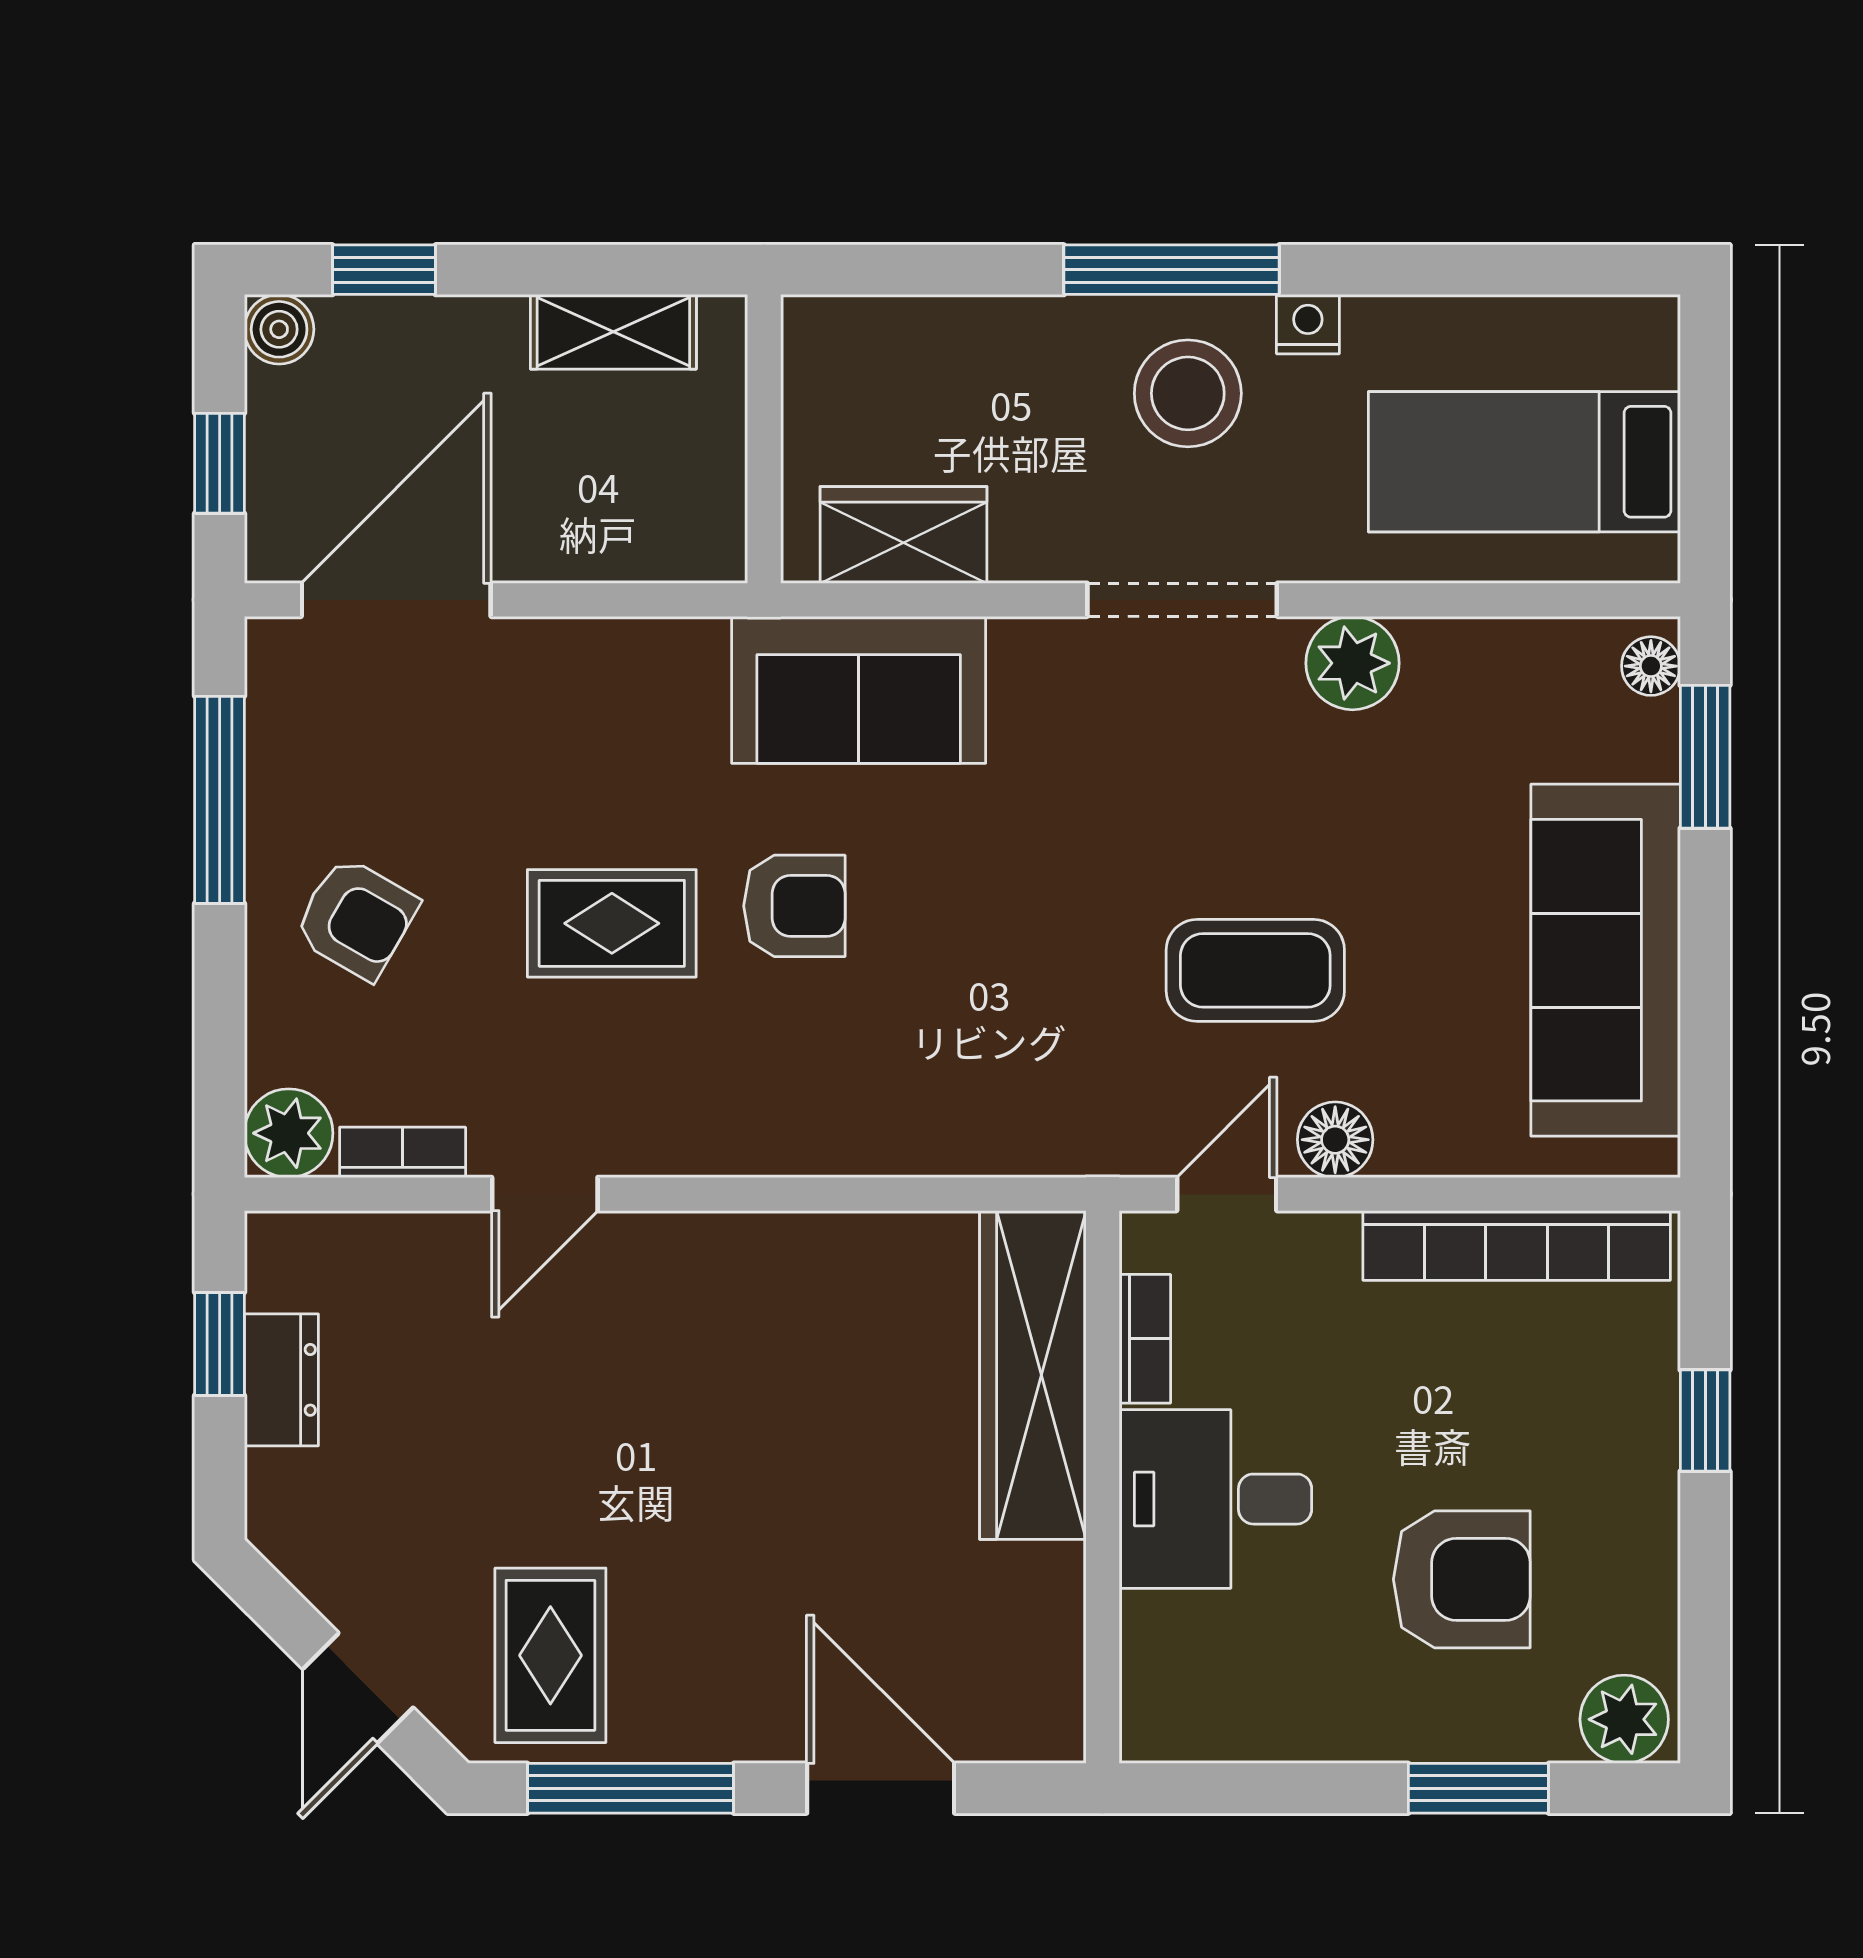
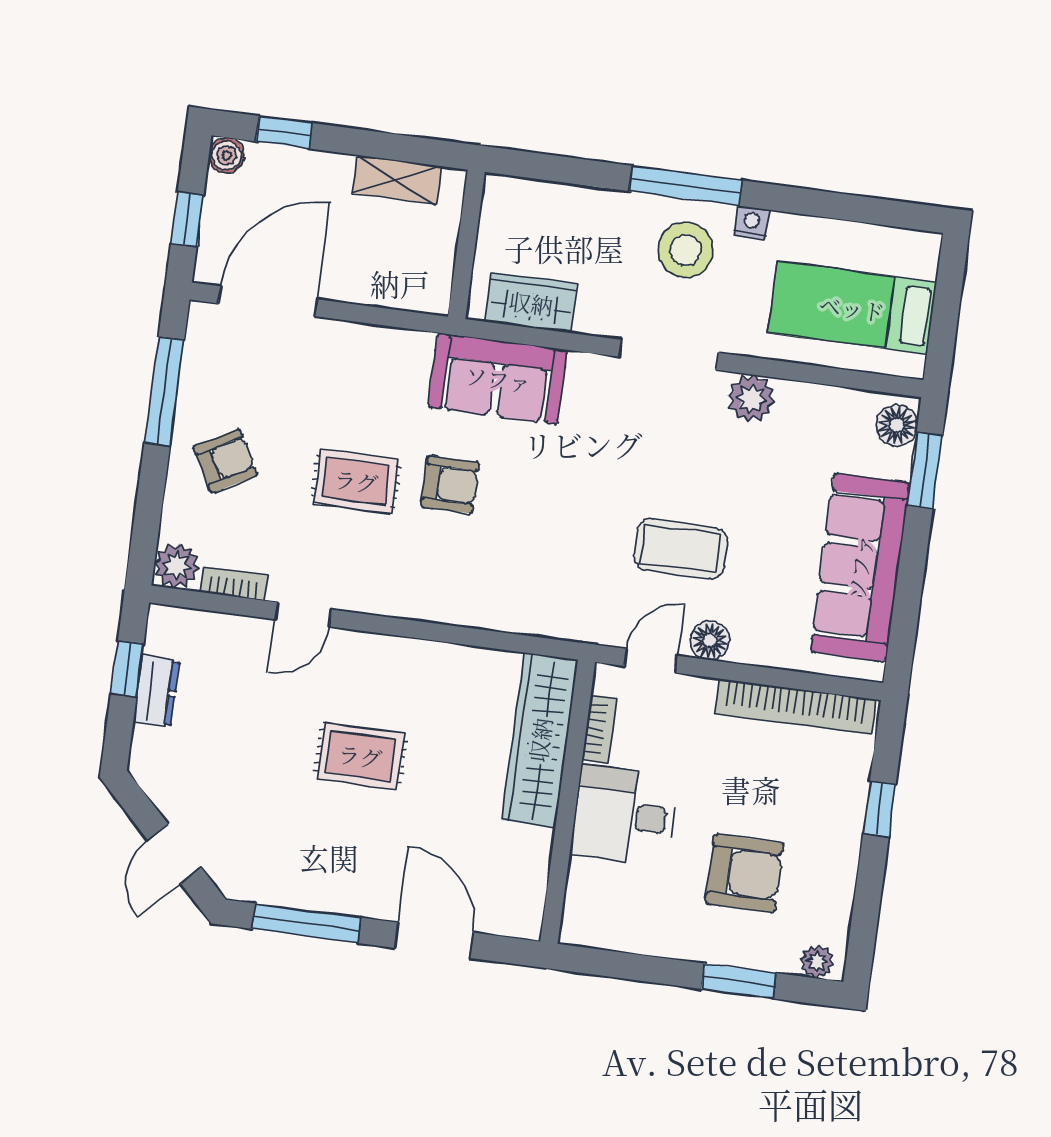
floor lamp: (1651, 666) -> (897, 425), width x1.37, depth x1.37
armchair: (356, 918) -> (226, 461), turned -59
rug: (550, 1655) -> (360, 756), moved, turned 90
plant: (1624, 1719) -> (817, 962), width x0.73, depth x0.73

